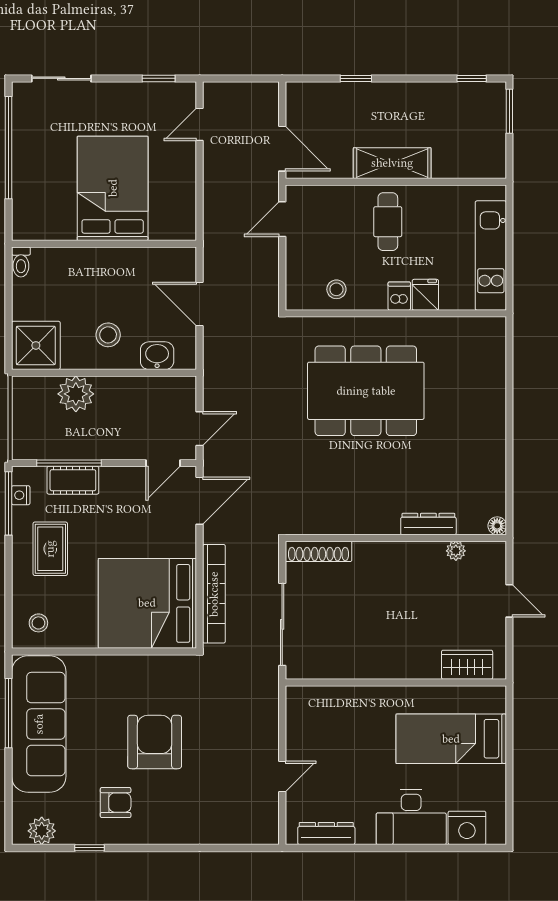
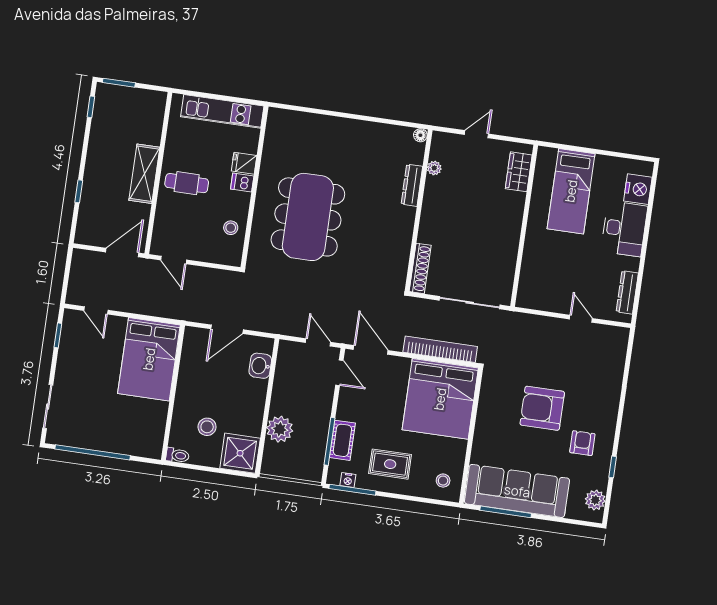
bed: (113, 188) -> (149, 359), moved, turned -90
stool: (108, 335) -> (207, 427), moved

